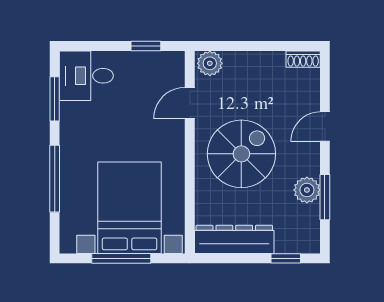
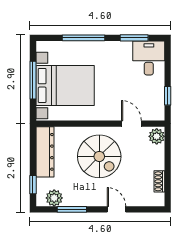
shoe rack: (303, 59) -> (159, 181), moved
plant: (307, 190) -> (54, 198), moved

